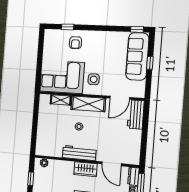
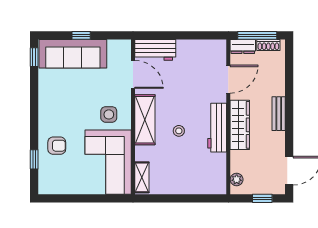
shelving: (61, 100) -> (142, 177), moved
wardrobe: (85, 169) -> (240, 125), width x1.50

